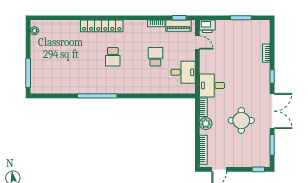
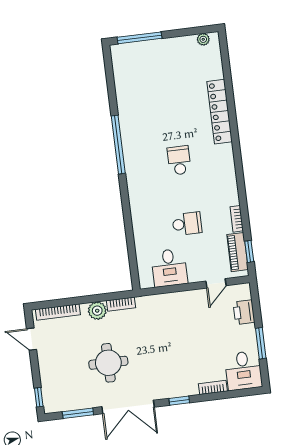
locker: (102, 26) -> (220, 112), moved
printer: (207, 26) -> (244, 312), moved
school desk: (113, 57) -> (179, 160), turned 90
desk: (212, 85) -> (243, 371), moved, turned 180

